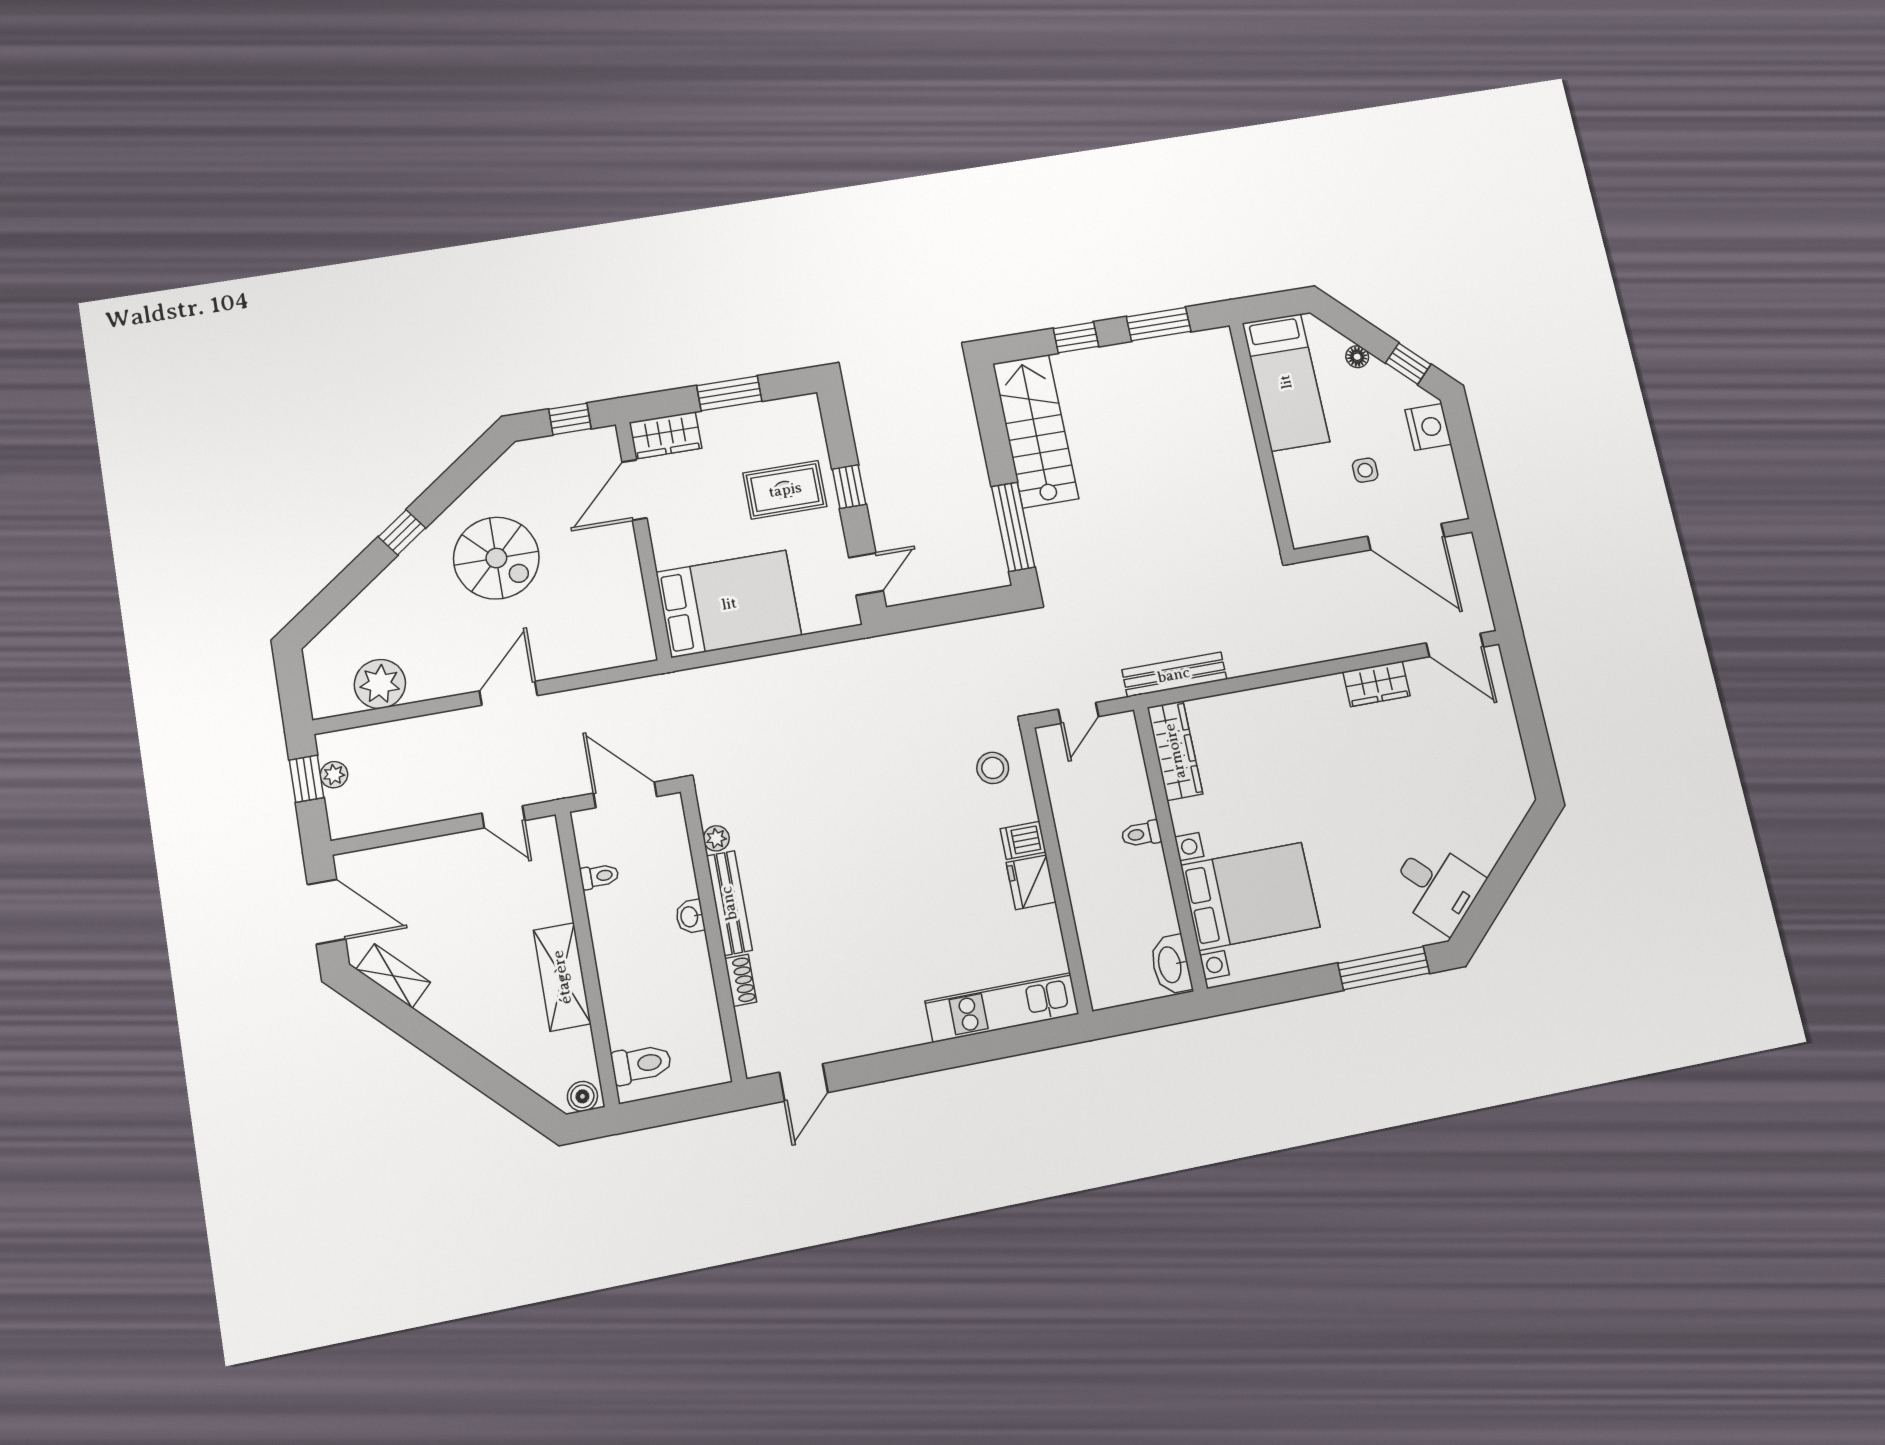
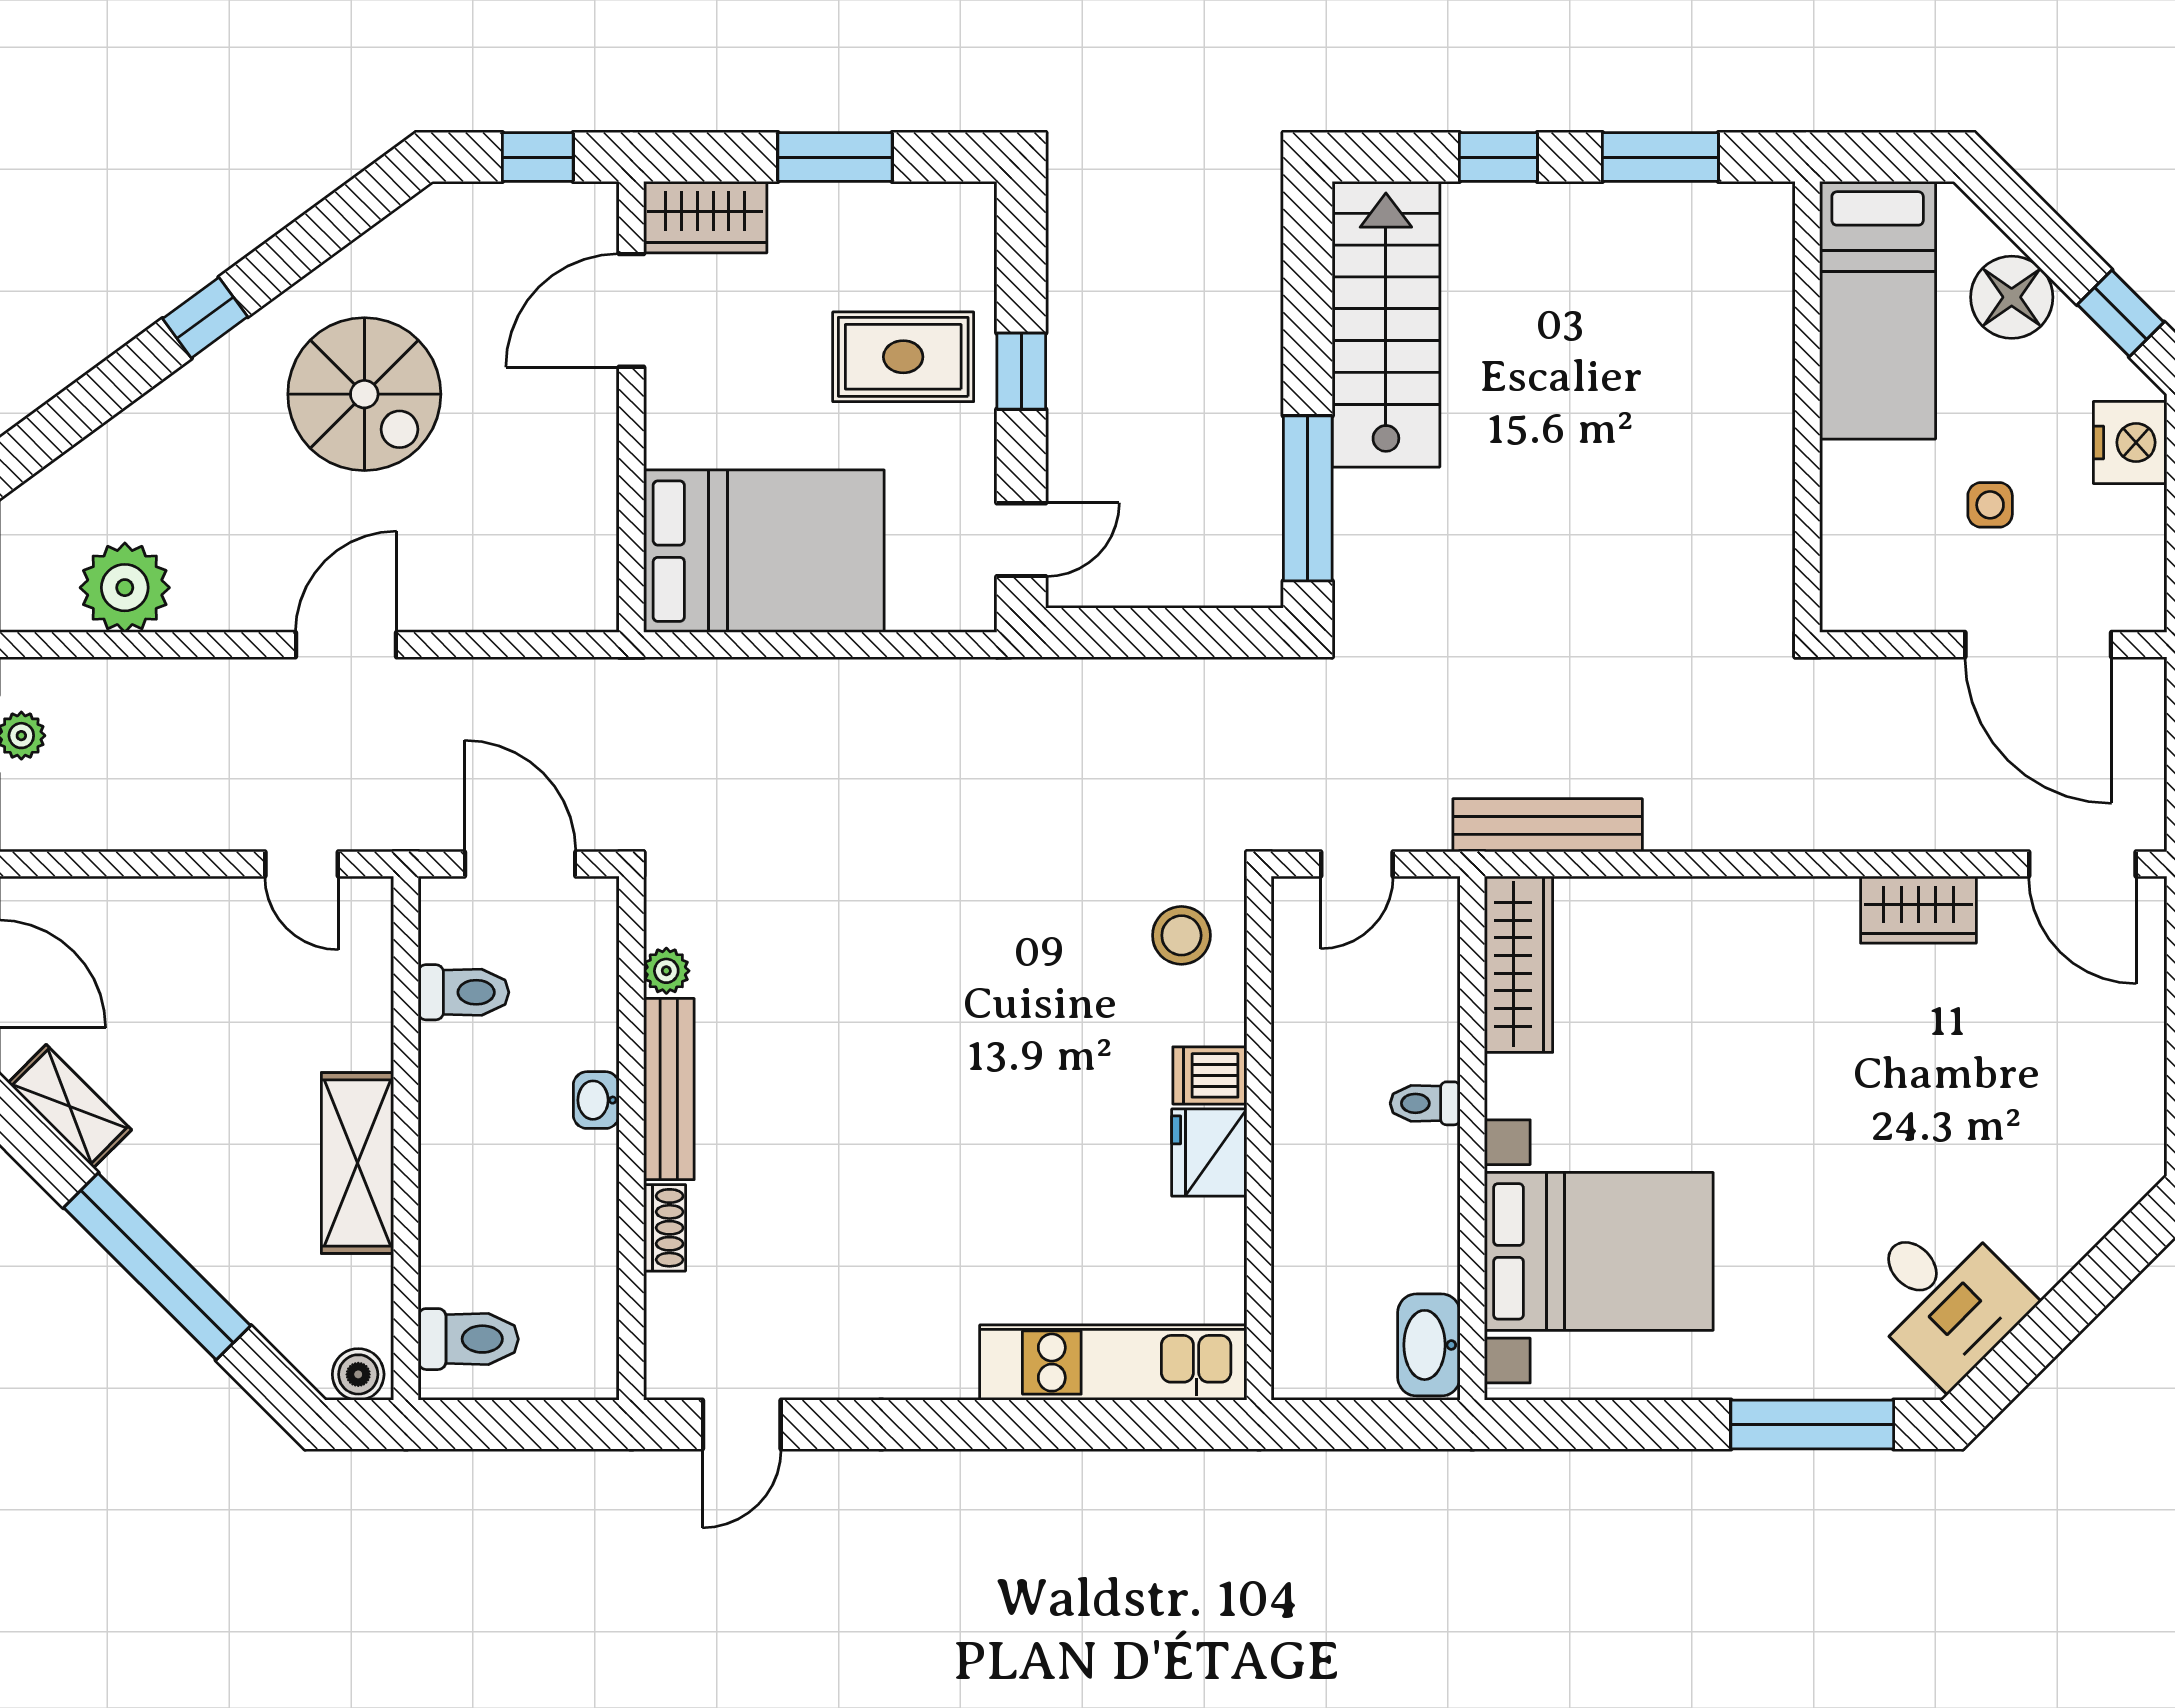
floor lamp: (1357, 357) -> (2012, 297), width x1.89, depth x1.89
toilet: (599, 876) -> (463, 992), width x1.37, depth x1.39
window: (457, 1057) -> (157, 1267), added

